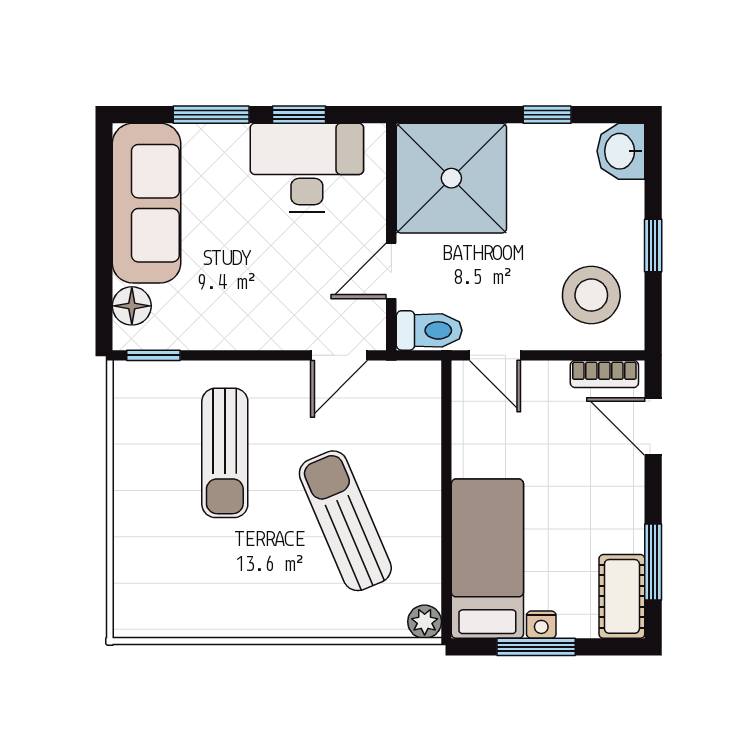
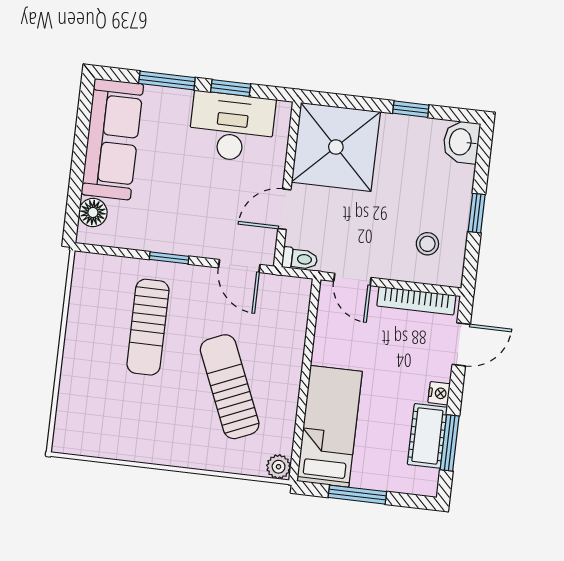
stool: (591, 295) -> (427, 244), width x0.53, depth x0.53
toilet: (429, 330) -> (300, 259), width x0.73, depth x0.72
window: (153, 355) -> (169, 258), moved
door: (339, 355) -> (239, 266), hinge flipped
bookcase: (604, 374) -> (416, 301), width x1.56
door: (653, 426) -> (461, 344), swing flipped
cot: (622, 596) -> (427, 436), moved
nightstand: (541, 625) -> (439, 393), moved, turned -90

